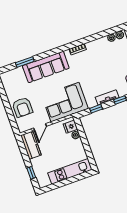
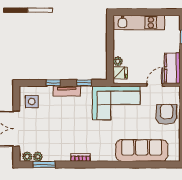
window: (25, 62) -> (44, 164), moved
sofa: (46, 67) -> (142, 150), moved

